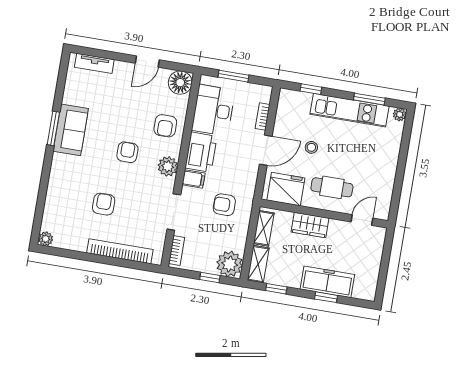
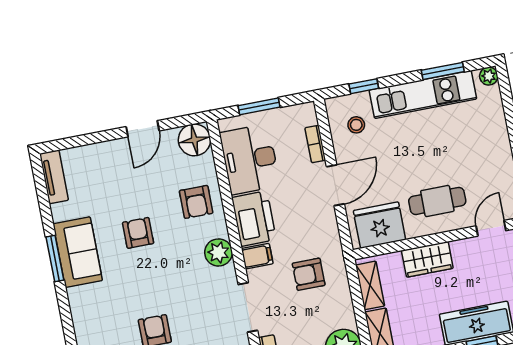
tv unit: (94, 63) -> (54, 177), moved, turned -90
stool: (311, 147) -> (356, 125), moved
armchair: (127, 152) -> (138, 233), moved

